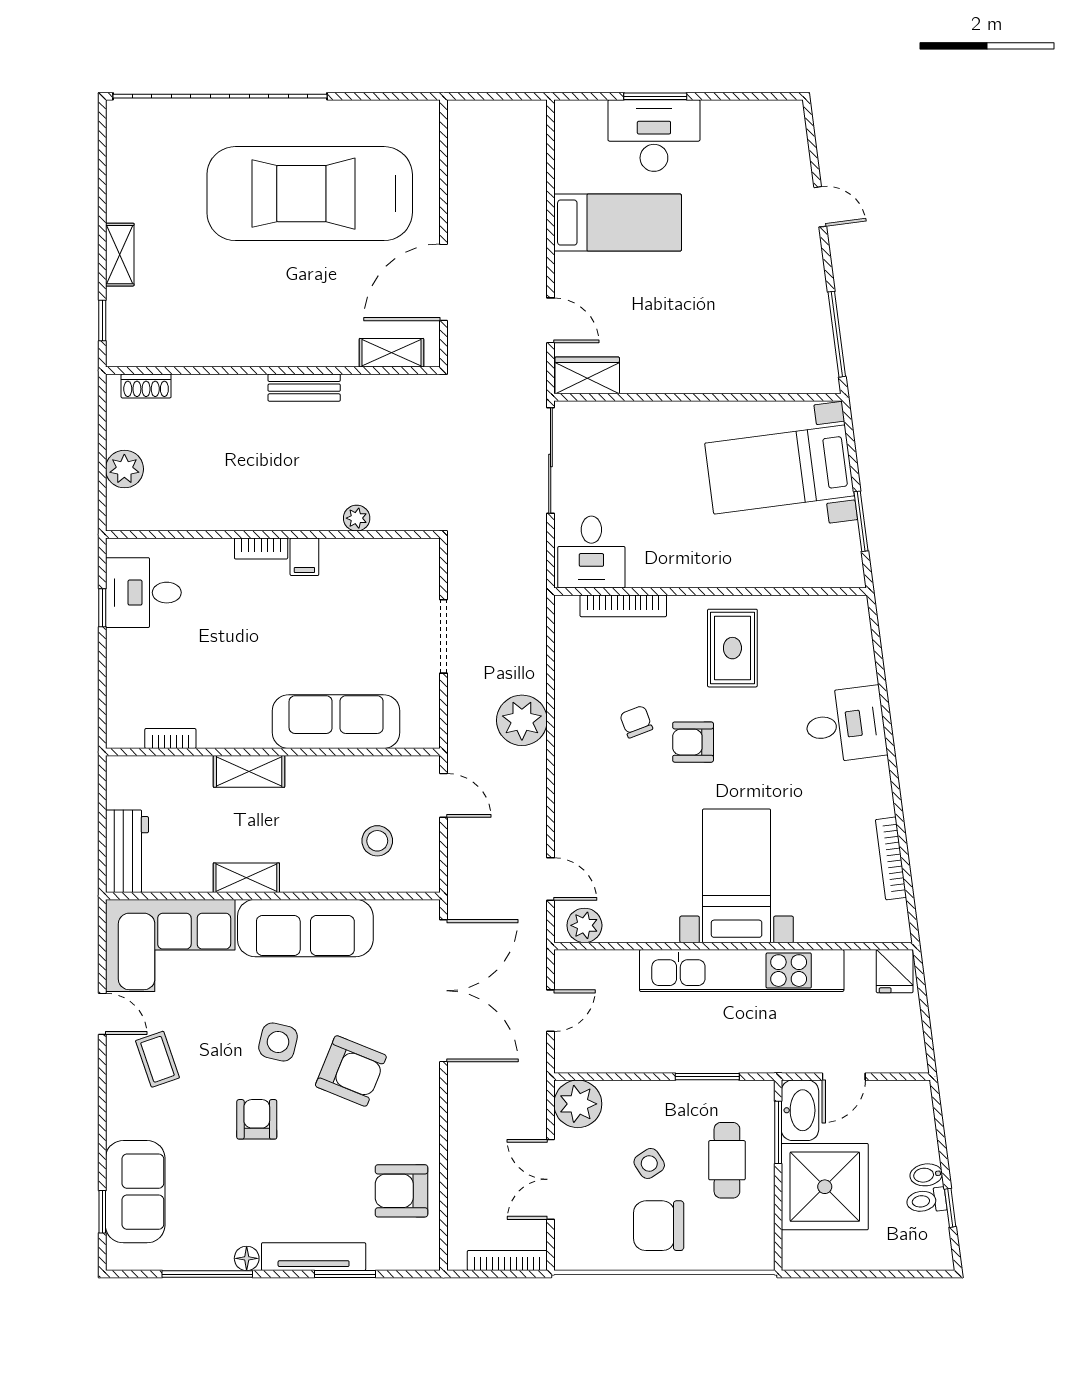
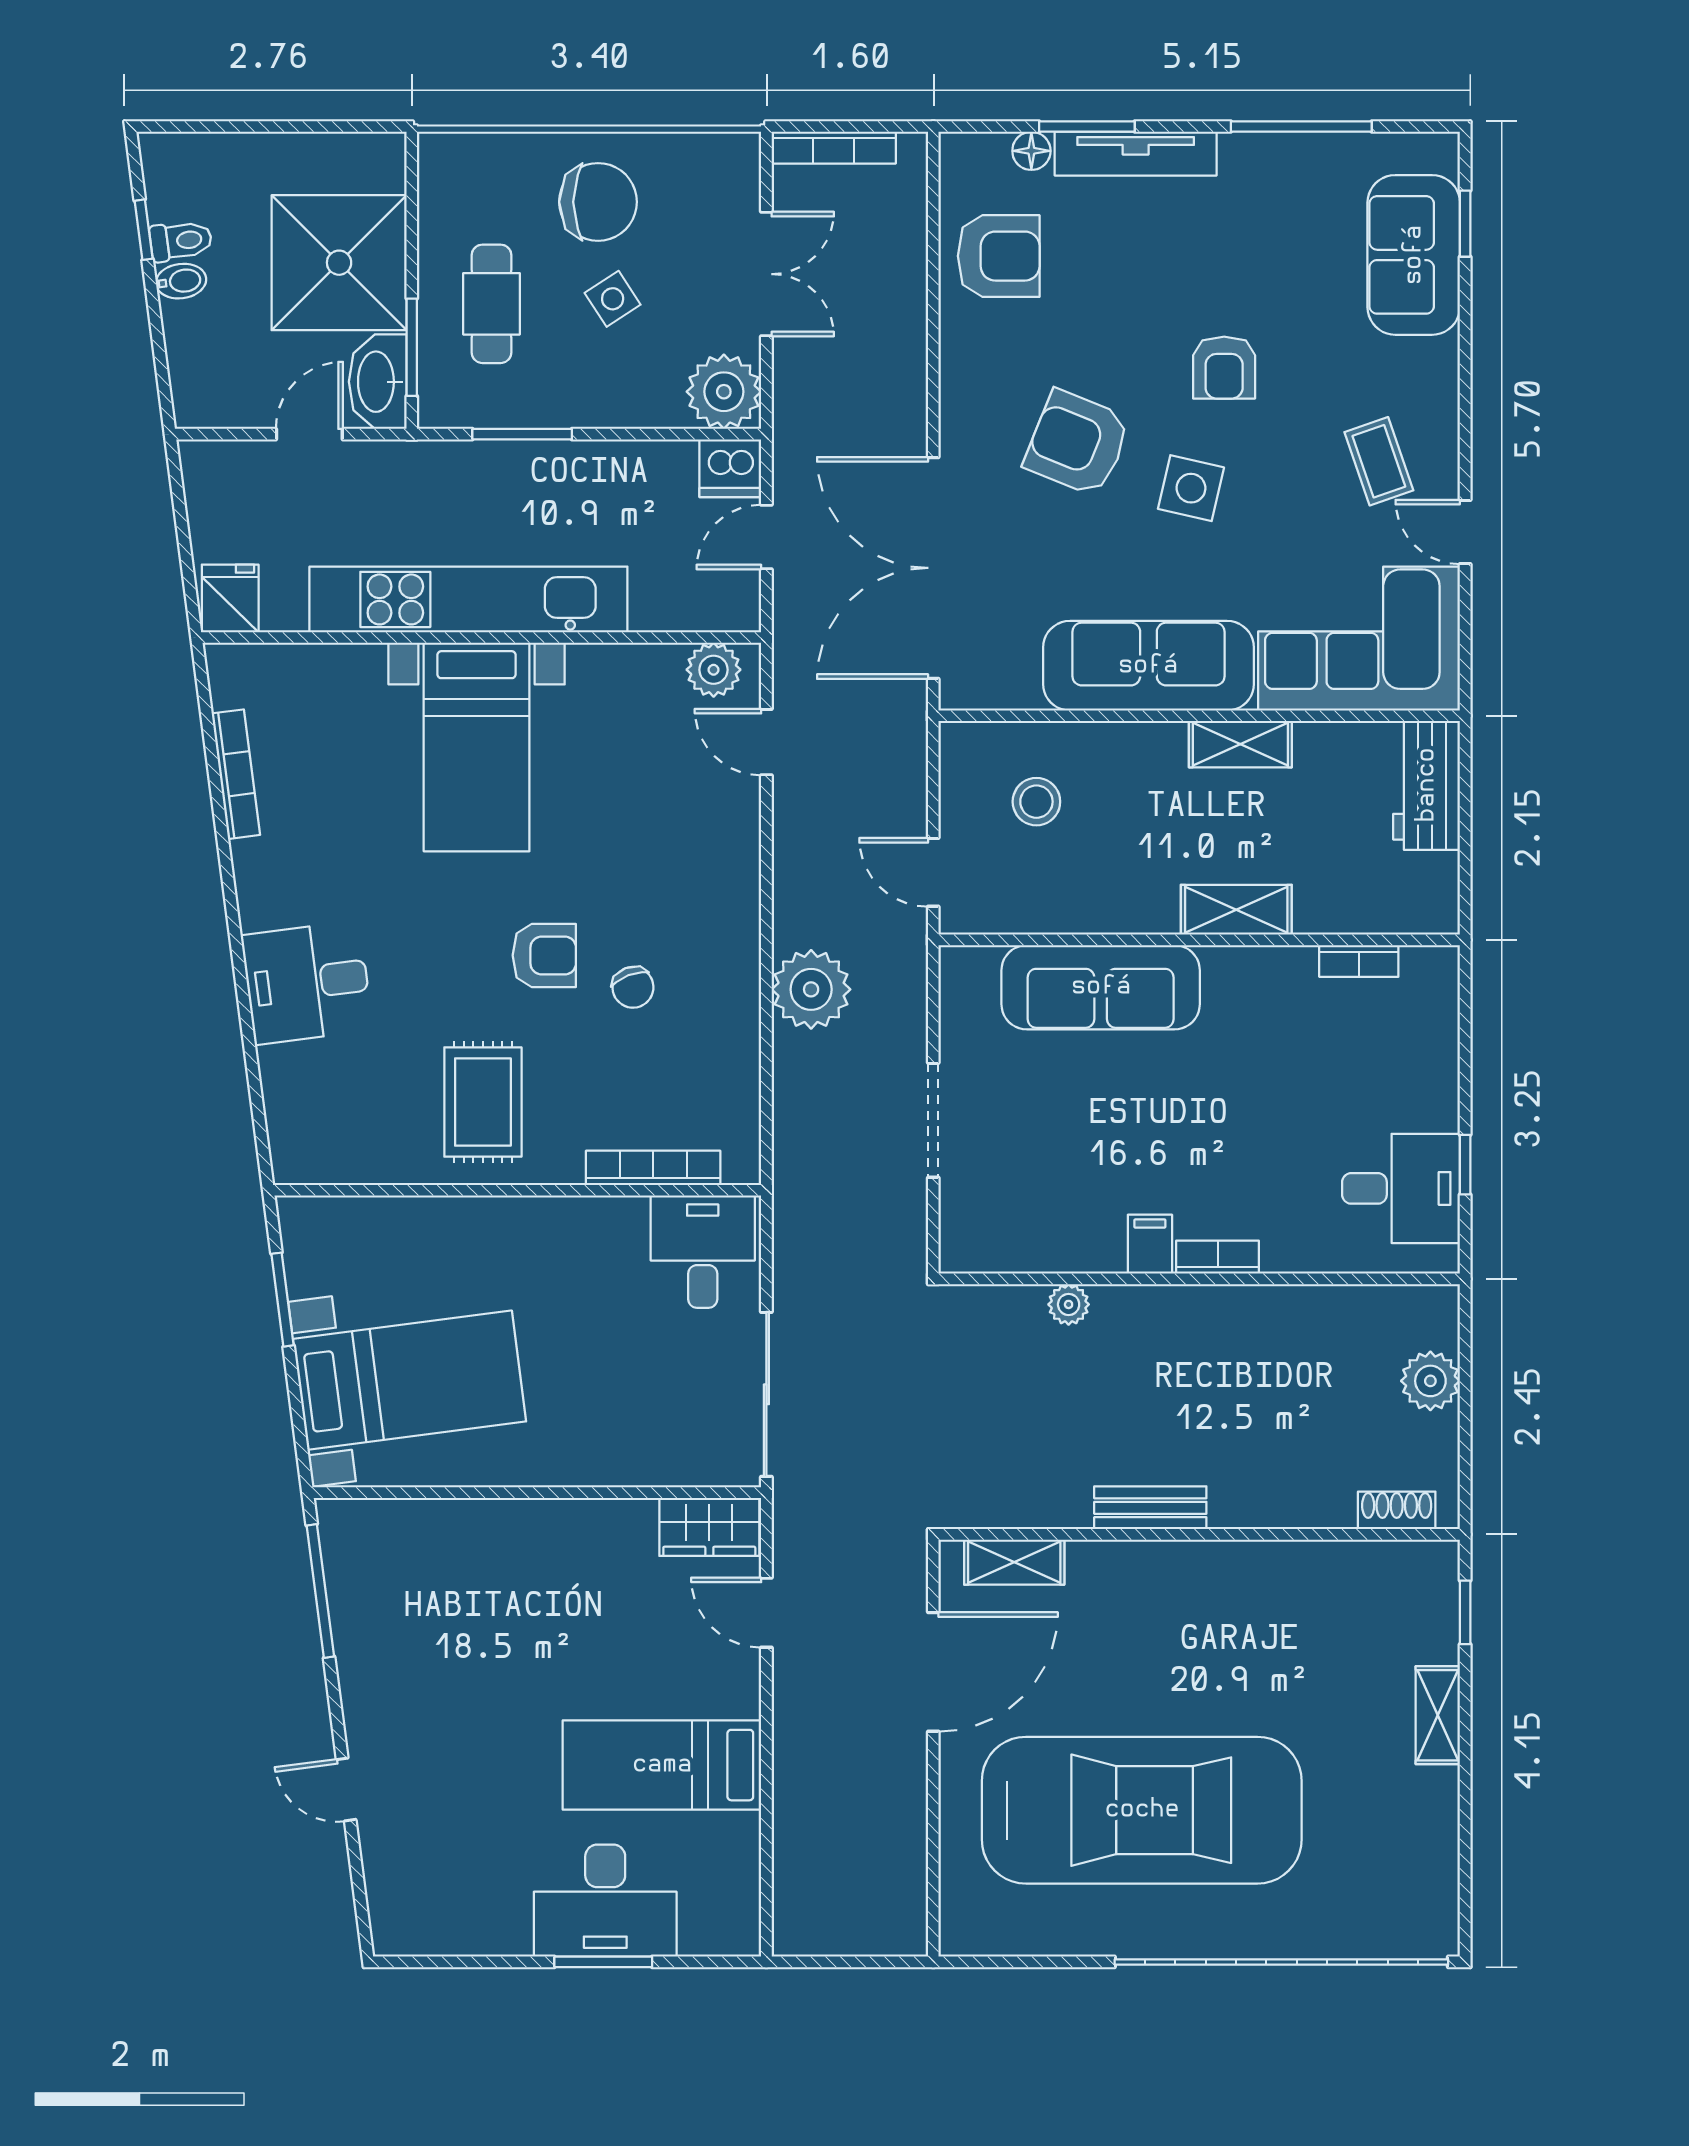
dishwasher: (574, 1055) -> (730, 468), added
floor lamp: (247, 1258) -> (1031, 151), moved

